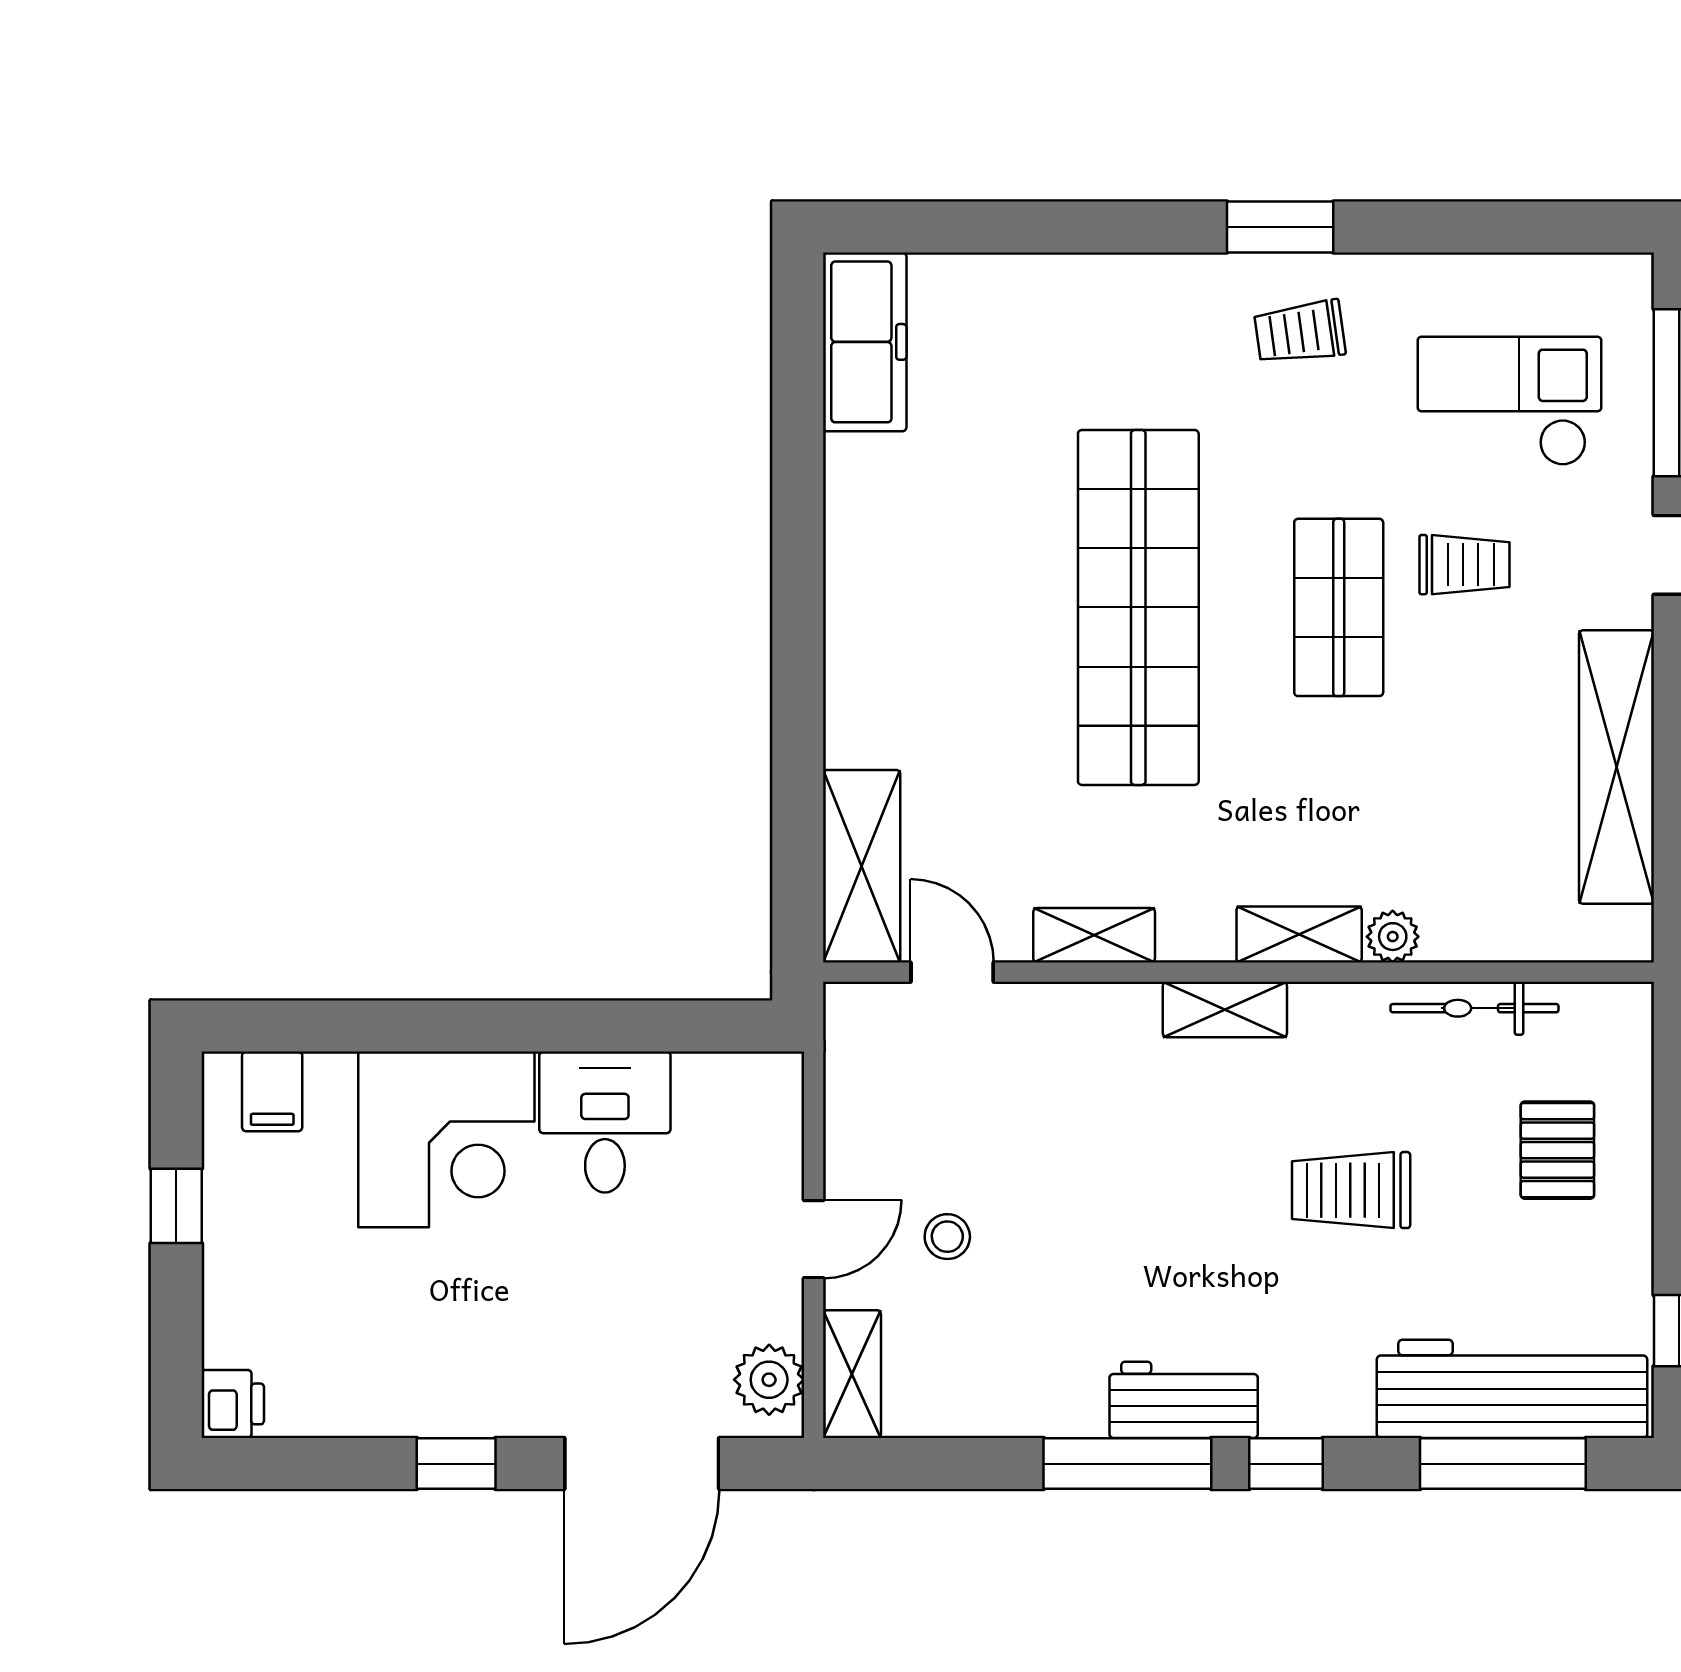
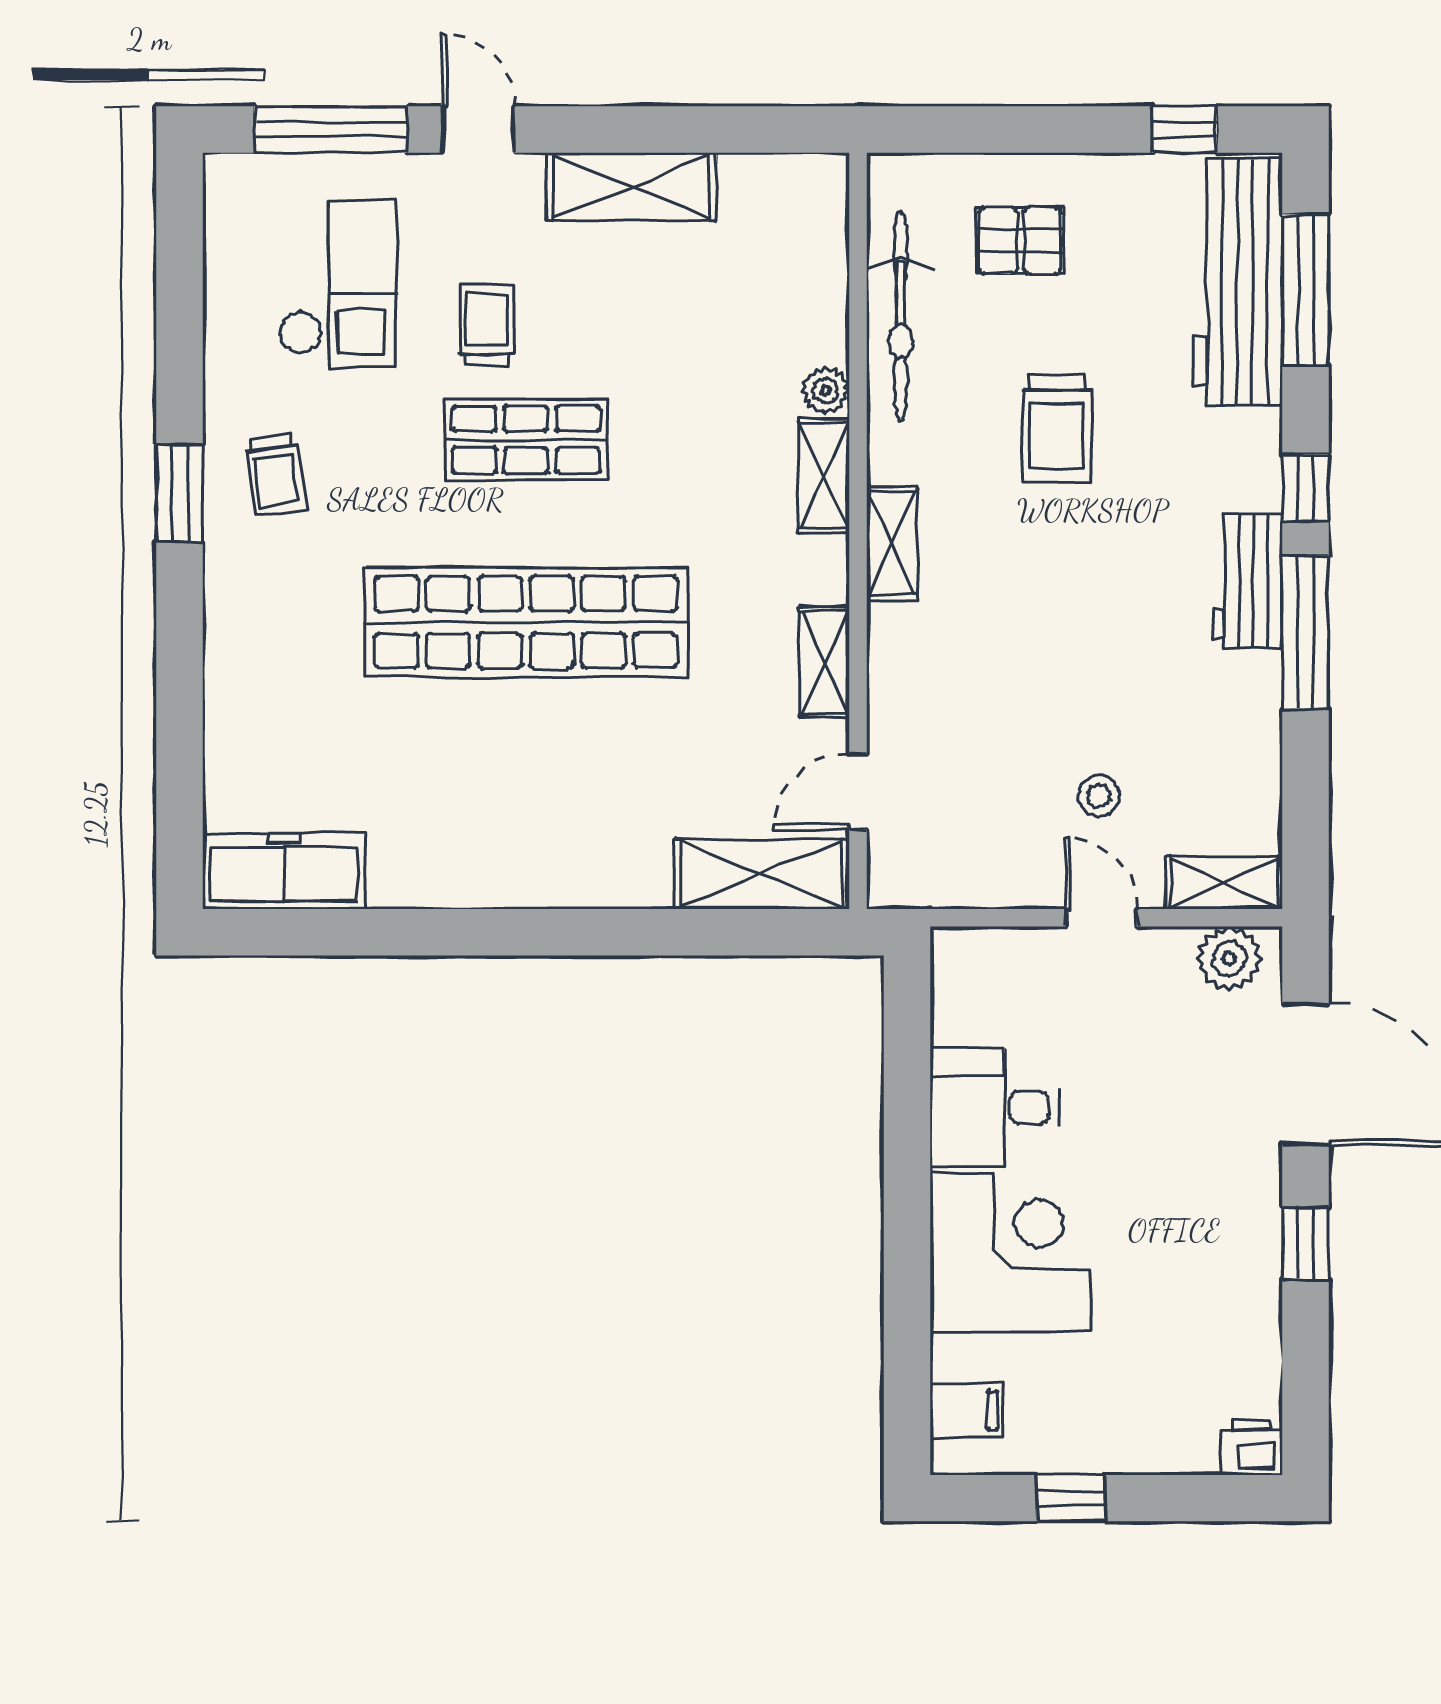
checkout: (1509, 401) -> (338, 284), turned 180
shelving: (1616, 767) -> (632, 187), width x0.68
bicycle: (1474, 1008) -> (901, 316), width x1.37, depth x1.40

